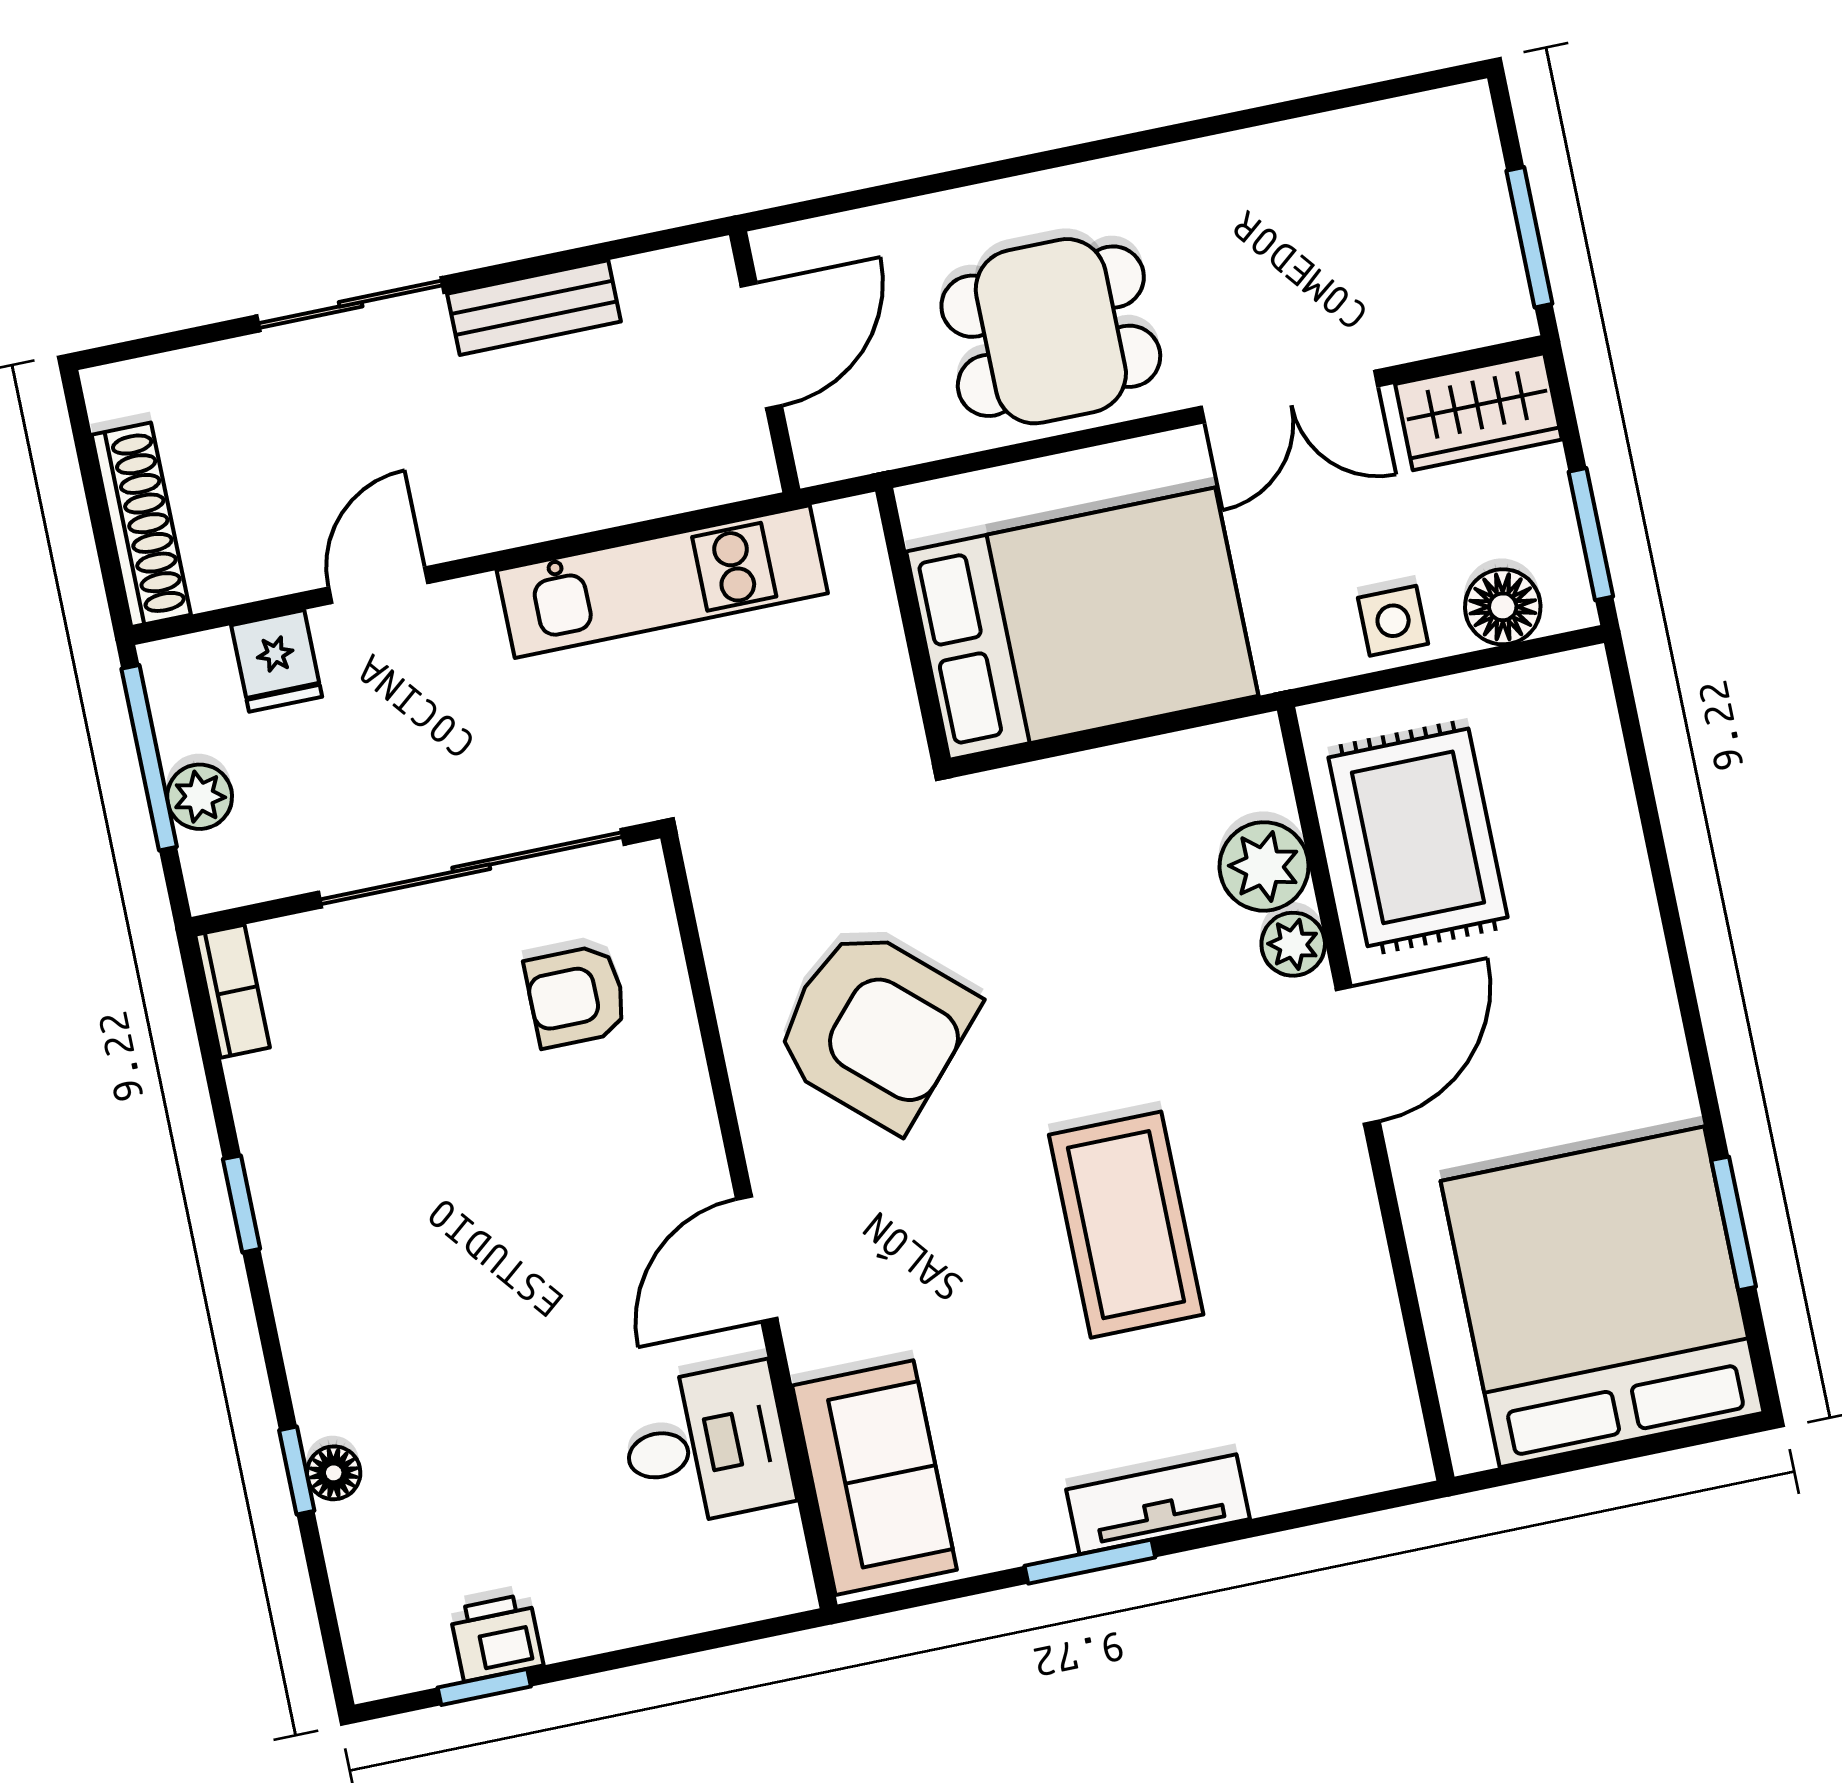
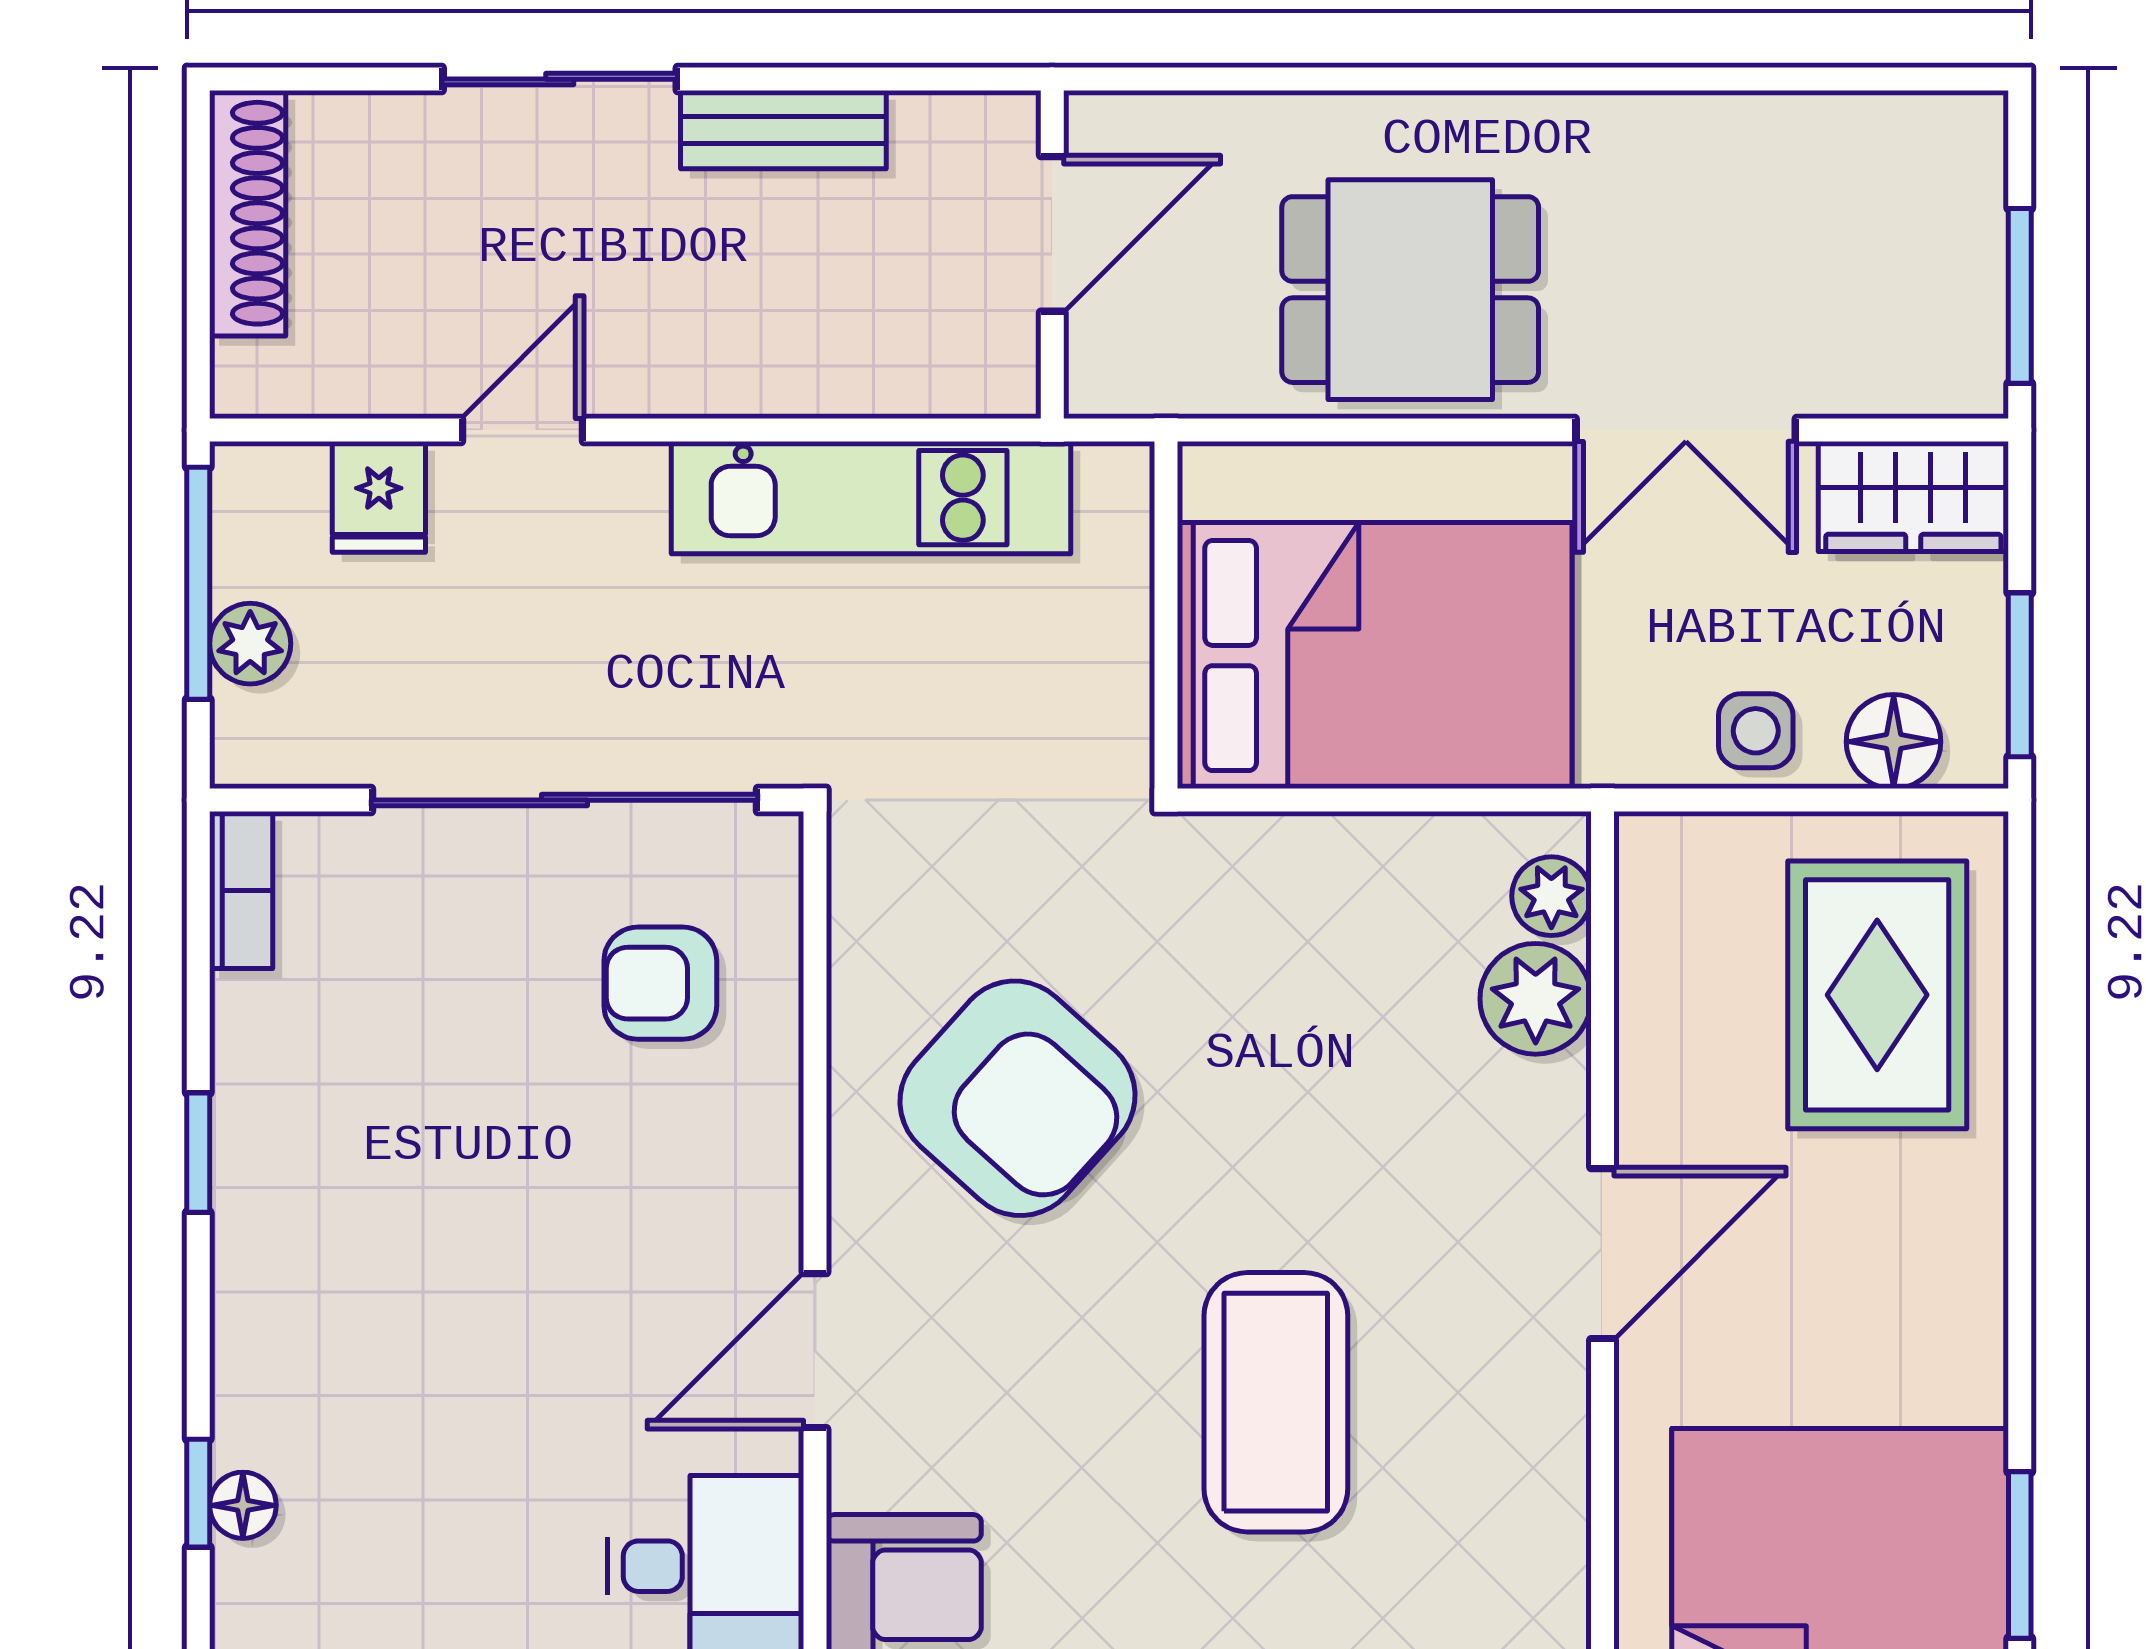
shoe rack: (141, 525) -> (248, 213), moved
rug: (1418, 837) -> (1877, 995), moved
plant: (1293, 944) -> (1551, 896), moved

